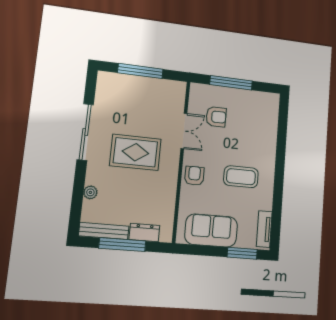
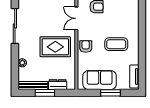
double door: (184, 131) -> (76, 18), swing flipped
rug: (135, 152) -> (55, 47), moved
window: (122, 245) -> (45, 93), width x0.69
window: (242, 253) -> (111, 93), moved

